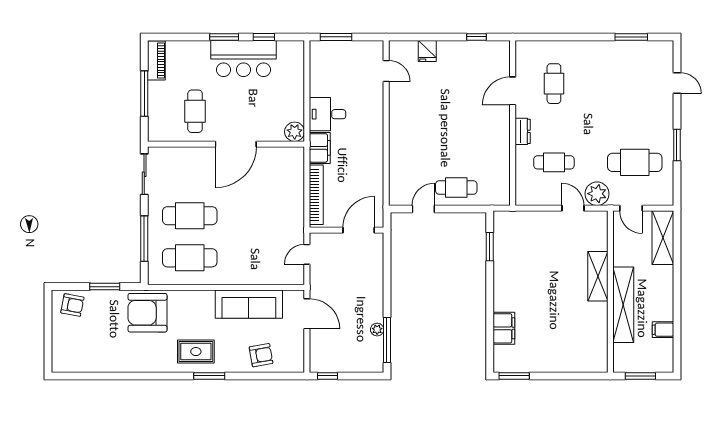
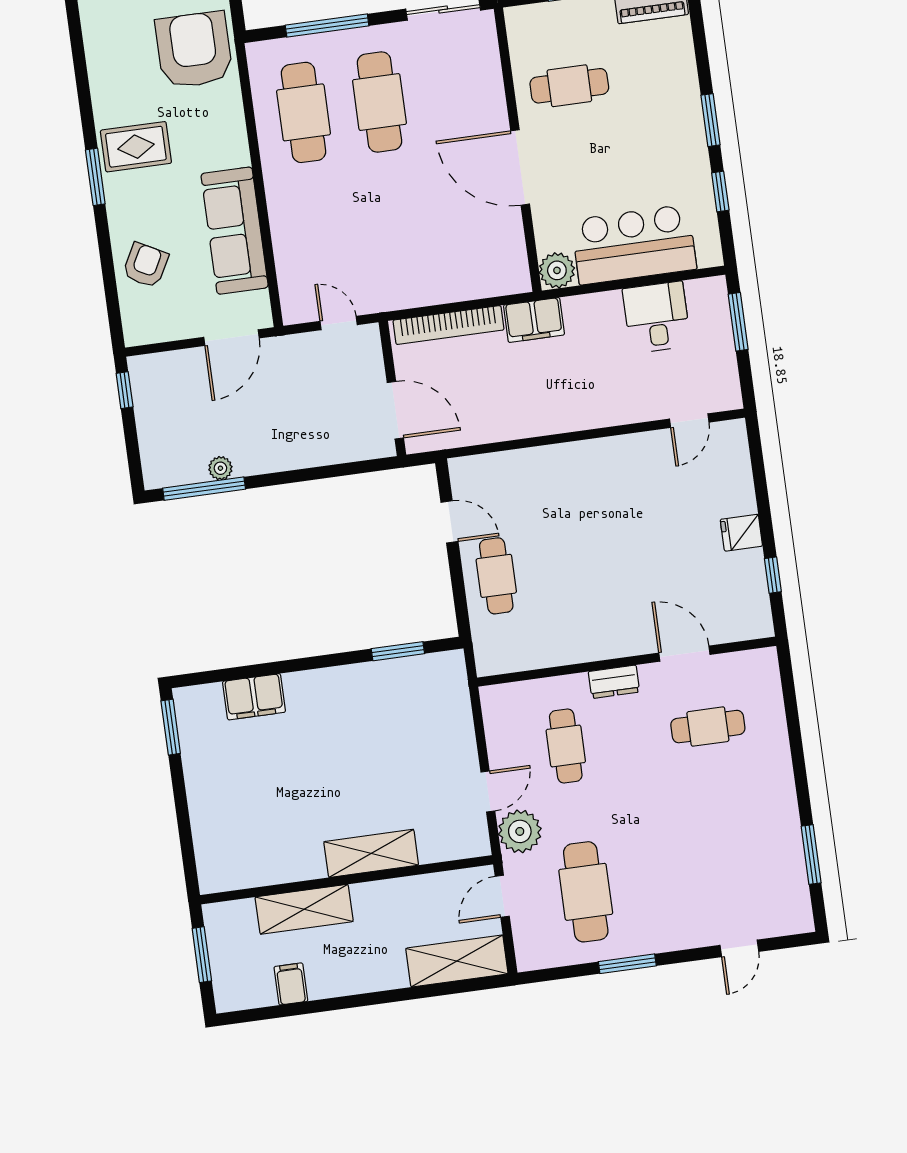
fridge: (427, 51) -> (741, 533), moved
bar counter: (243, 58) -> (634, 245), moved, turned 90
desk: (328, 114) -> (657, 317), moved
shelving: (623, 305) -> (304, 909), width x0.68
rug: (196, 352) -> (136, 147), turned 90
armchair: (261, 355) -> (146, 265), turned -142

